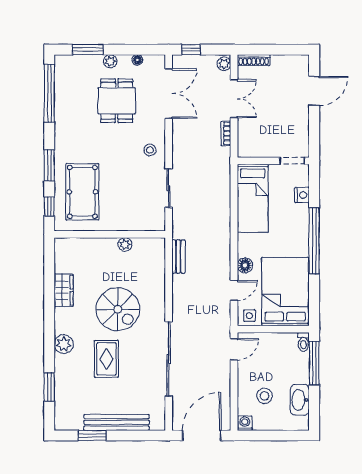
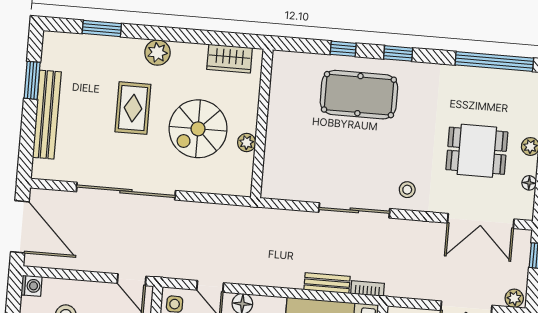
bookcase: (226, 133) -> (367, 289), moved
window: (49, 165) -> (398, 53), width x0.67
sliding door: (169, 188) -> (354, 210), width x1.37
wall: (110, 234) -> (262, 123), moved
plant: (125, 244) -> (247, 143), moved
bench: (178, 257) -> (327, 283), moved
rug: (106, 359) -> (133, 108), turned 90

